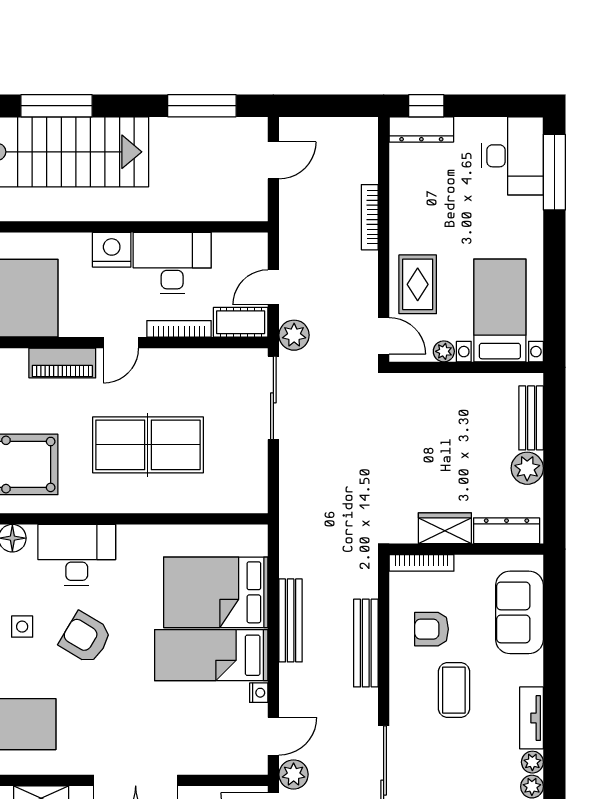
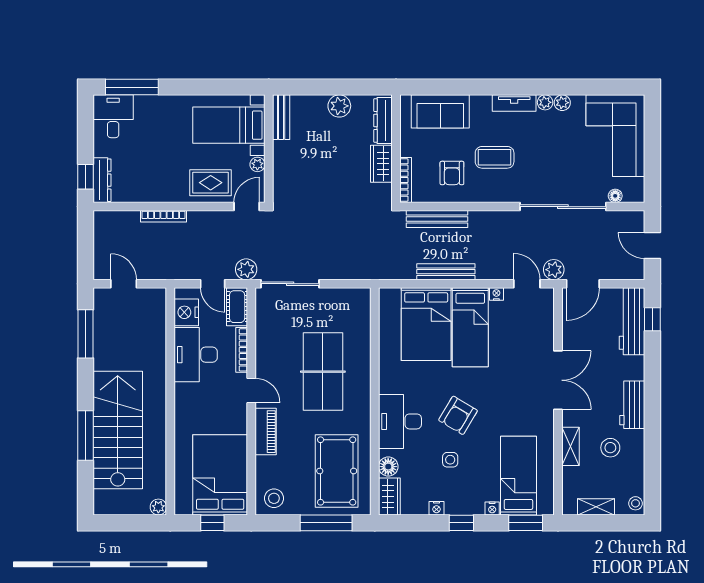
desk: (513, 156) -> (113, 116), width x0.73
nightstand: (112, 250) -> (186, 312), moved
bench: (531, 418) -> (281, 117), moved, turned 90
bench: (366, 643) -> (437, 219), moved

